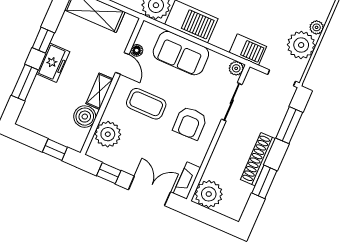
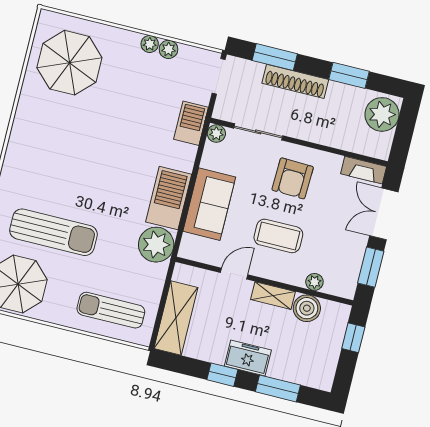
plant: (301, 45) -> (169, 49), width x0.53, depth x0.53
floor lamp: (137, 50) -> (215, 259), removed
coffee table: (146, 104) -> (278, 236), turned 90
armchair: (190, 123) -> (293, 178), turned 93
plant: (108, 134) -> (314, 282), width x0.53, depth x0.53
shoe rack: (258, 159) -> (295, 81), moved
window: (109, 173) -> (371, 267), width x1.50
plant: (209, 194) -> (382, 114), moved

